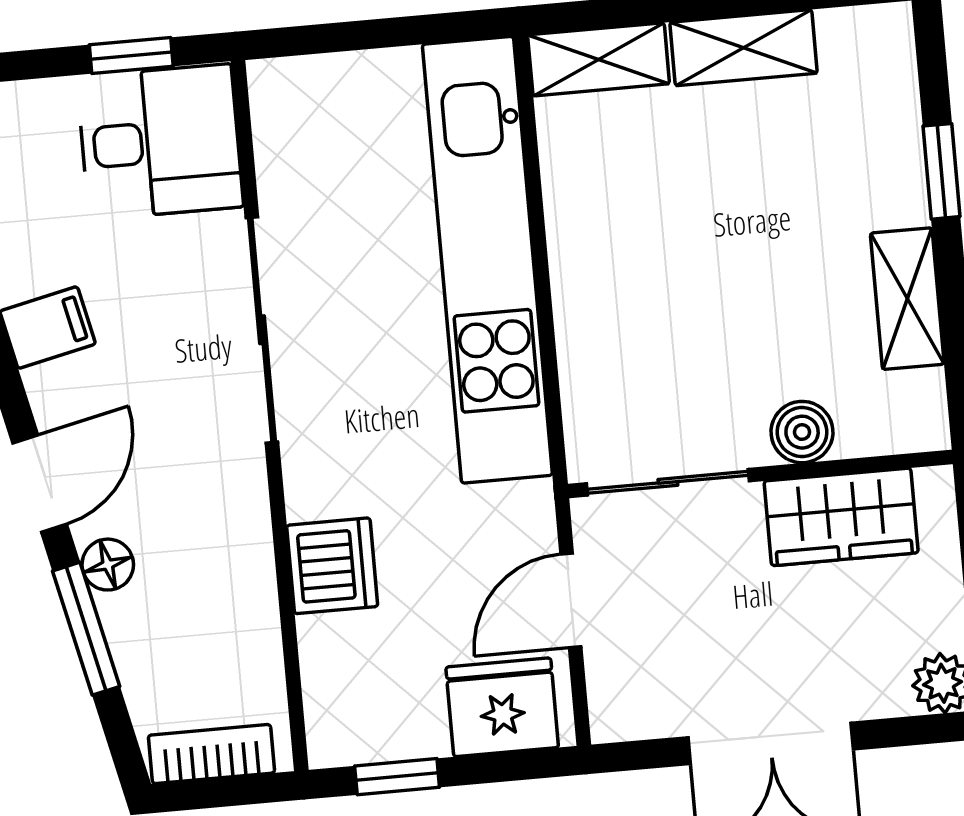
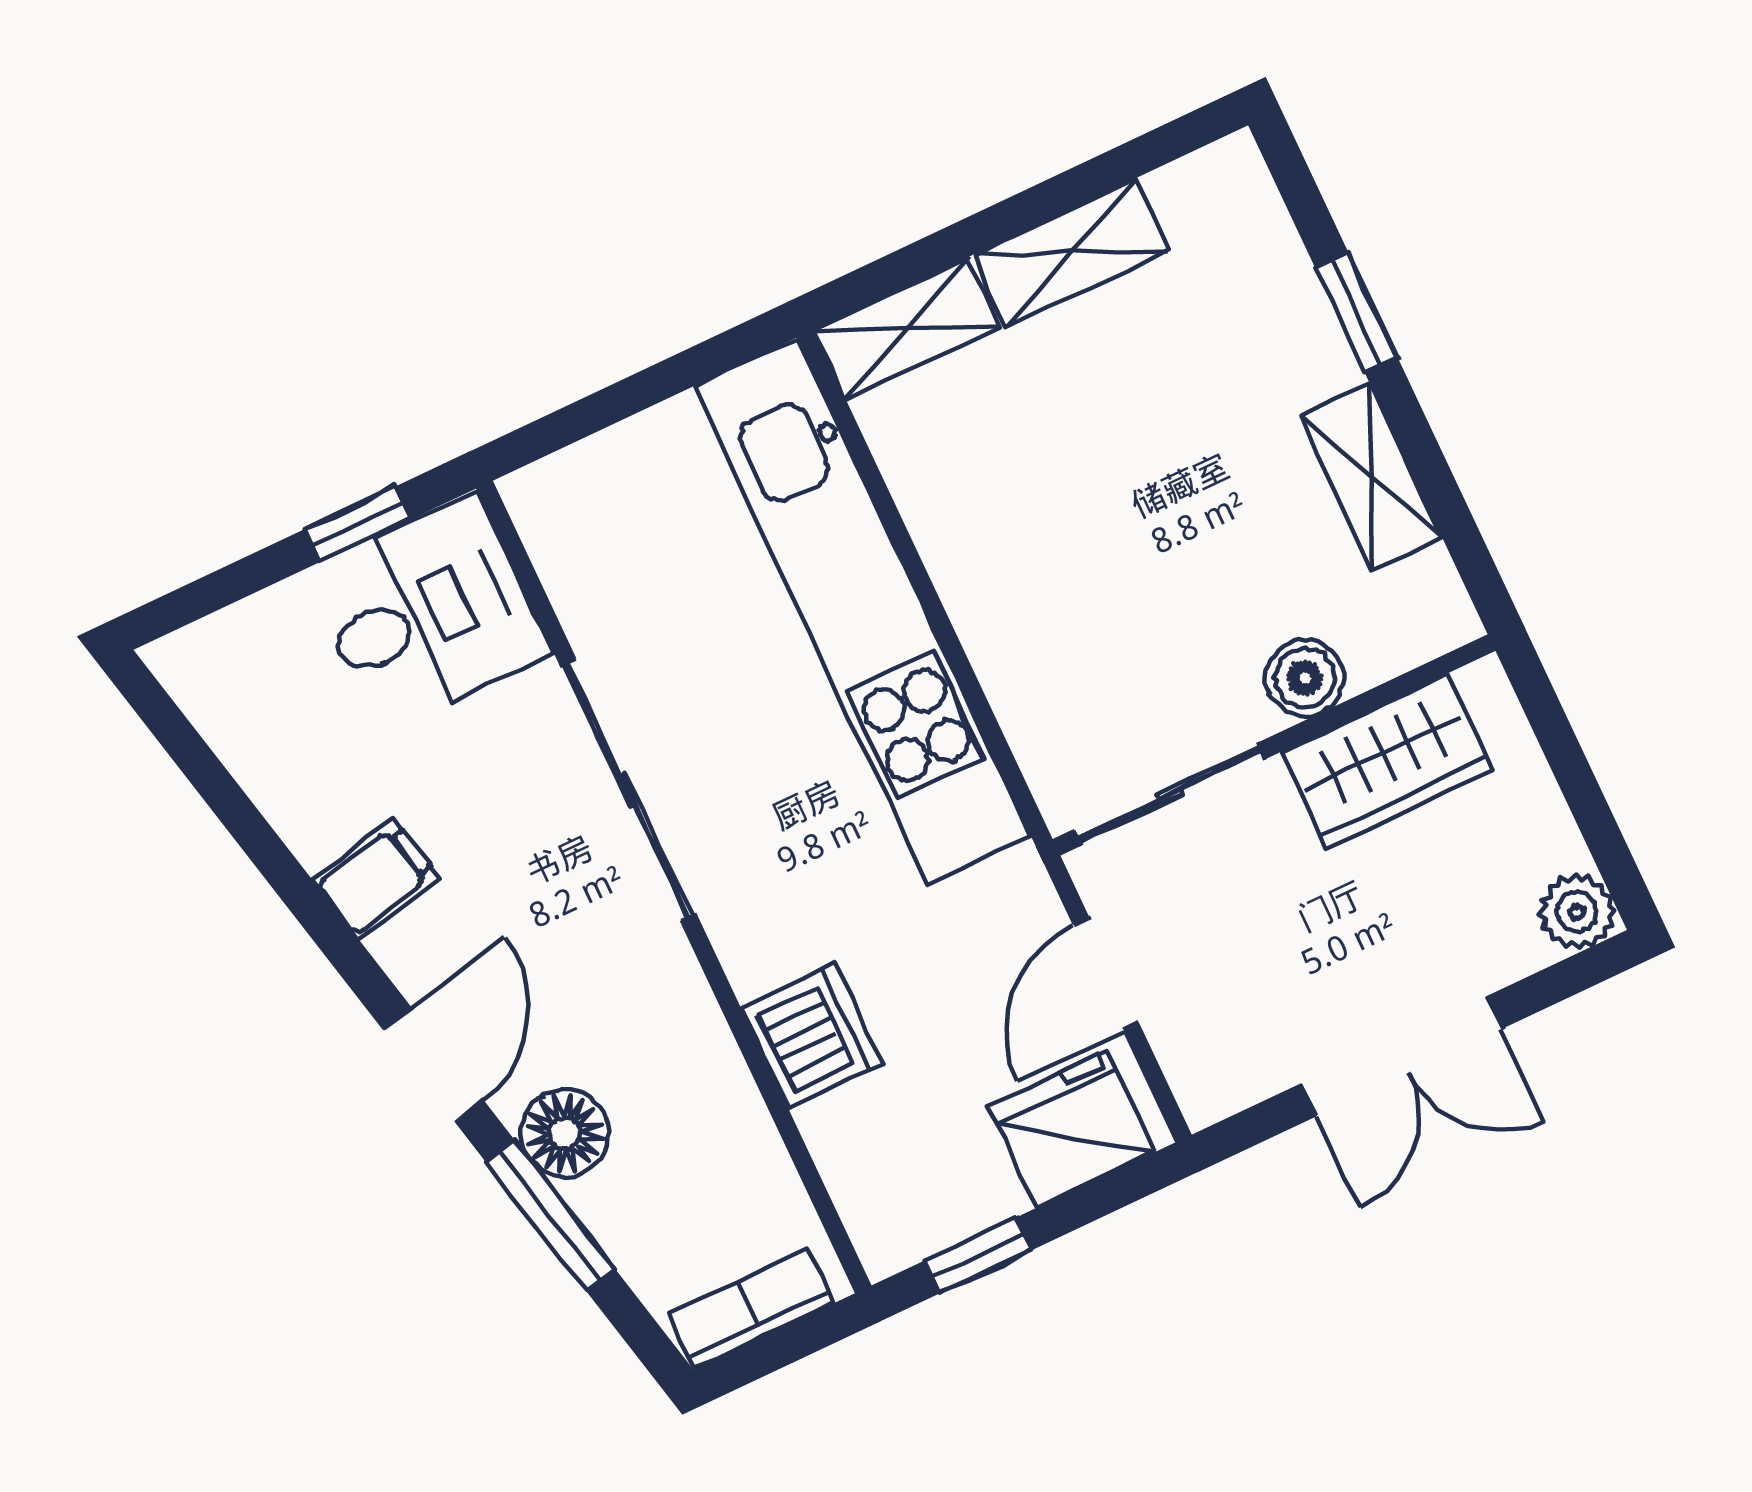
floor lamp: (108, 565) -> (565, 1133), width x1.37, depth x1.37

